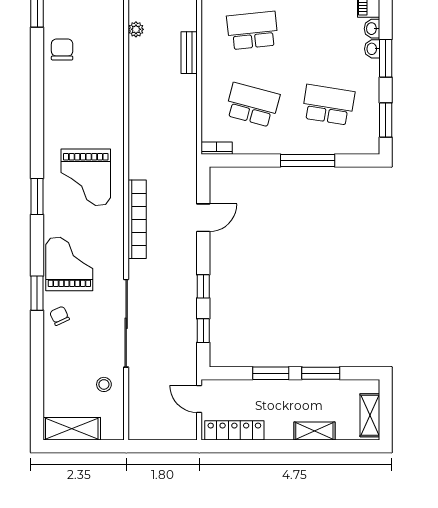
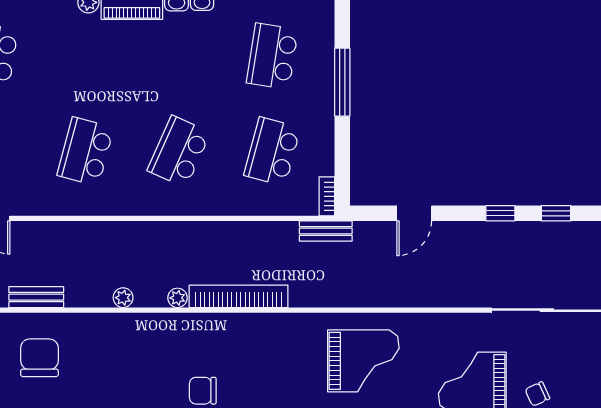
school desk: (252, 30) -> (179, 151), turned 30
bench: (189, 53) -> (326, 231), moved
door: (203, 218) -> (414, 213), swing flipped
bookcase: (137, 219) -> (239, 296), moved

